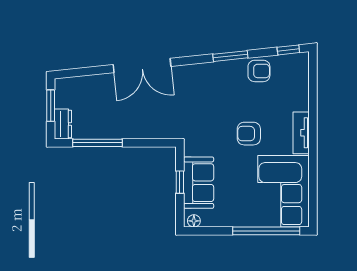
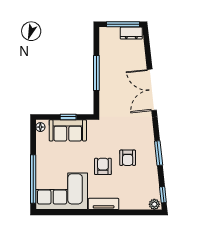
plant: (302, 62) -> (154, 204), added
armchair: (259, 71) -> (128, 158), moved
window: (51, 106) -> (123, 24), width x1.44
dresser: (63, 124) -> (131, 33), moved
window: (97, 143) -> (96, 73), moved

